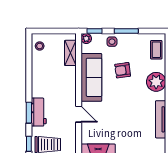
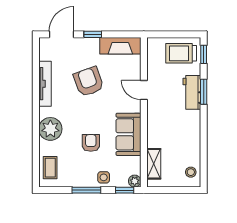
armchair: (123, 70) -> (91, 143), turned -82
sofa: (91, 77) -> (128, 134), width x0.73
armchair: (124, 121) -> (89, 82), added

